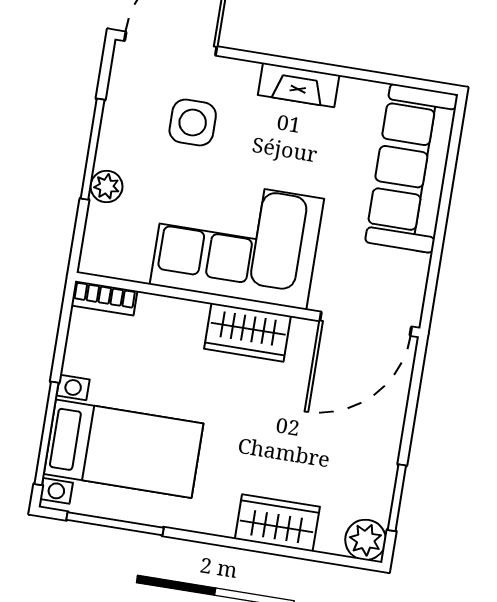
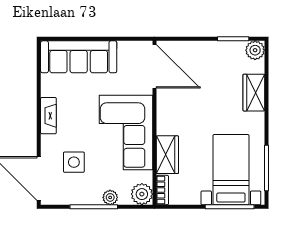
plant: (103, 254) -> (142, 194), added
wardrobe: (248, 332) -> (167, 155), moved

